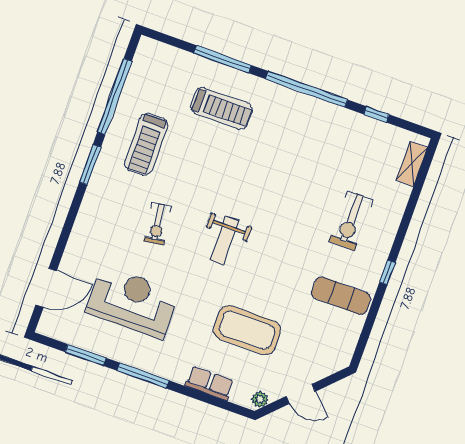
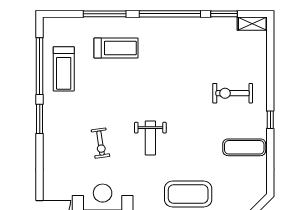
window: (376, 114) -> (224, 14), width x1.50
treadmill: (146, 144) -> (64, 69), moved
shelving: (412, 164) -> (252, 24), moved, turned 90
exercise bike: (351, 221) -> (233, 93), turned 90

